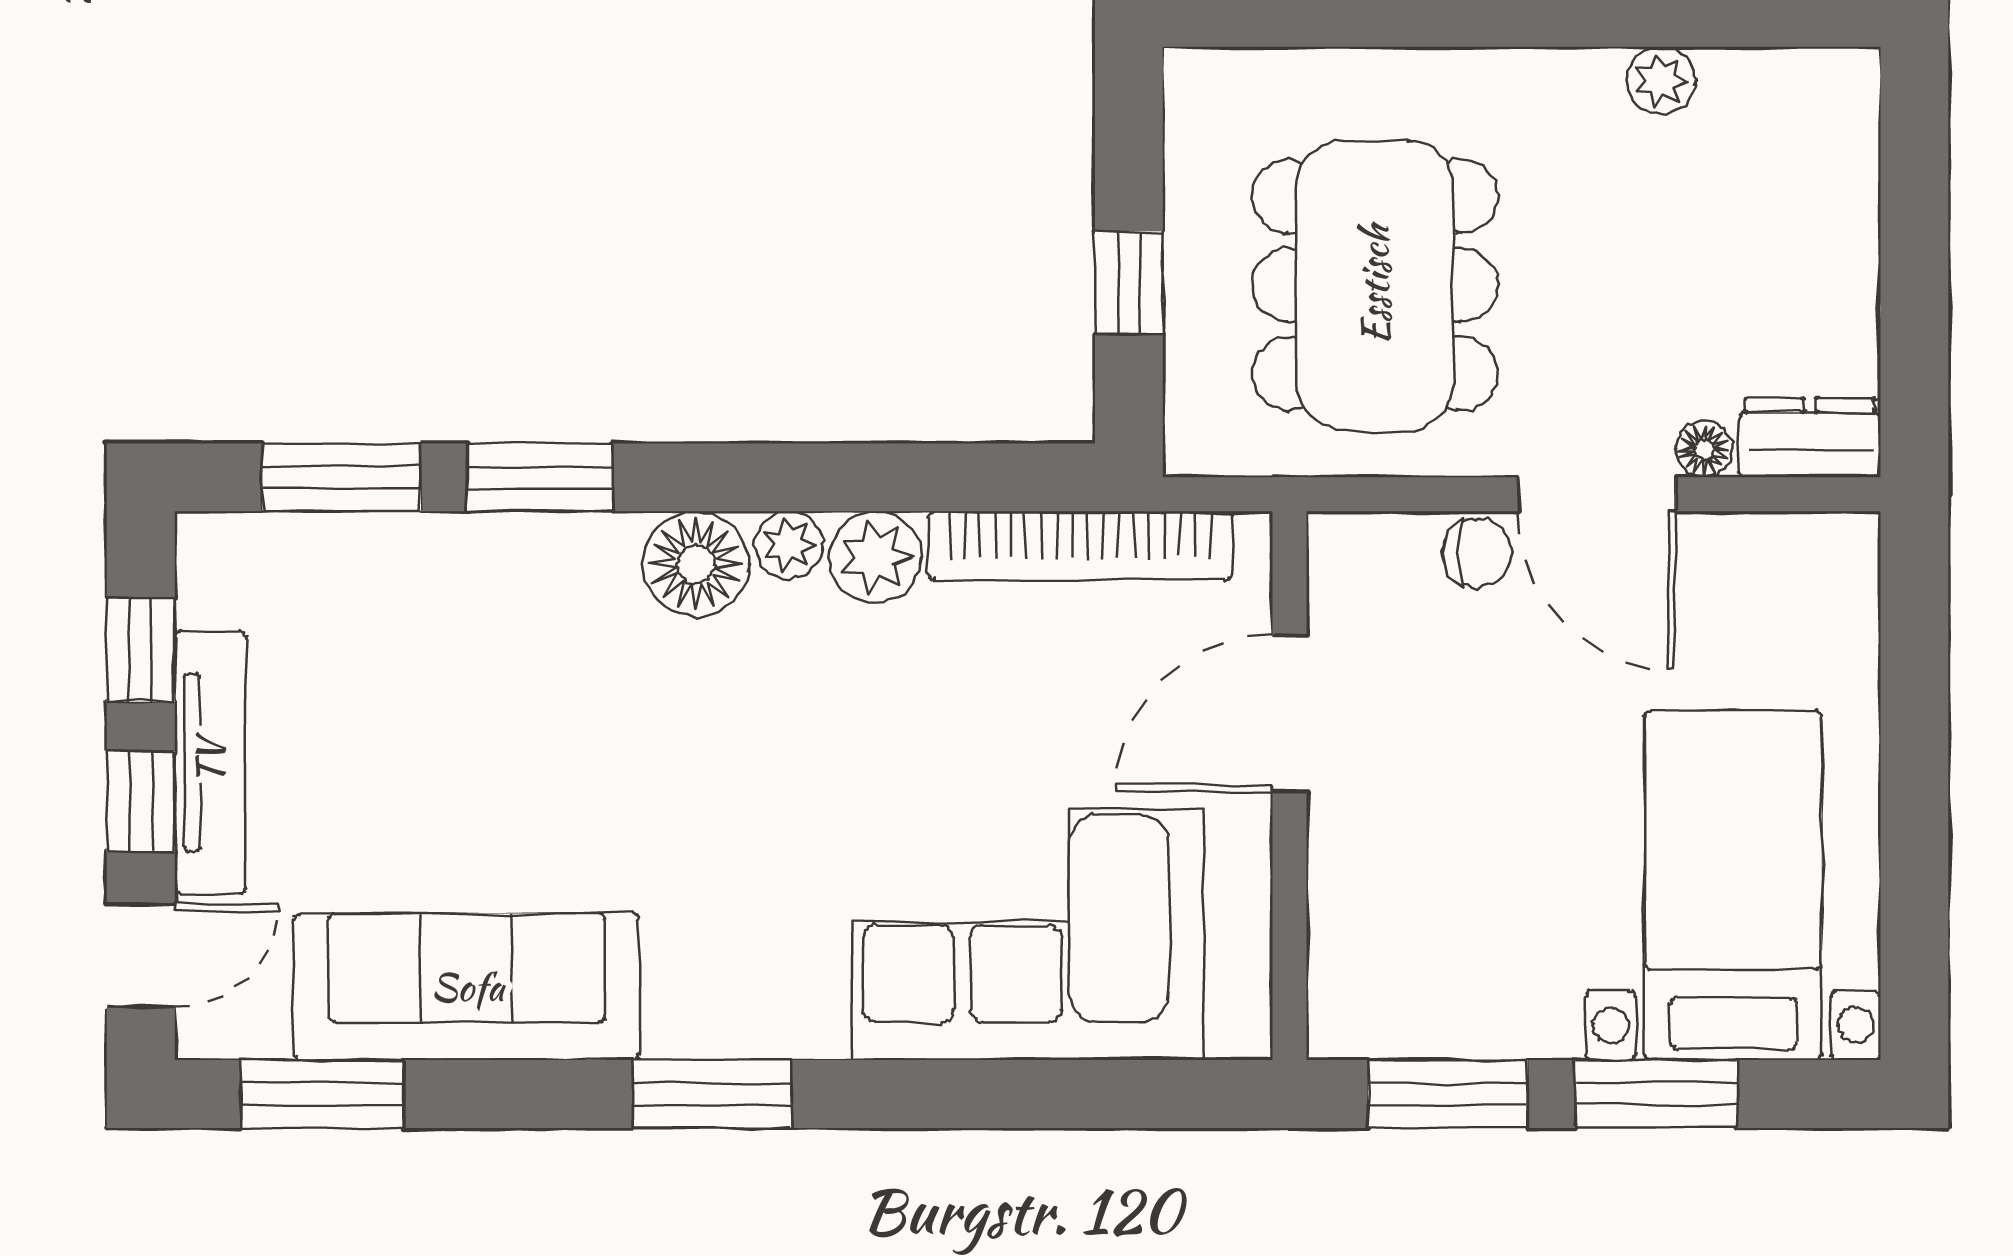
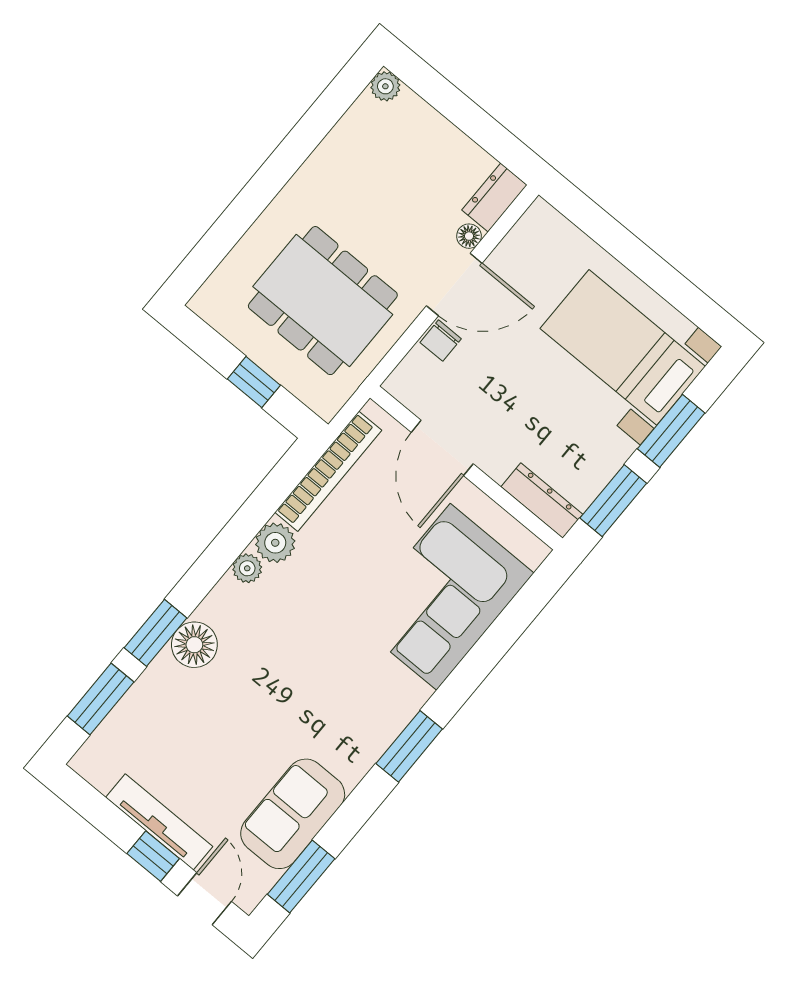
plant: (1661, 81) -> (385, 86), moved
chair: (1477, 553) -> (441, 341), turned 180
floor lamp: (696, 564) -> (194, 645), moved
window: (141, 650) -> (102, 814), removed
dresser: (1343, 967) -> (542, 501), added
sofa: (467, 987) -> (293, 814), width x0.73

